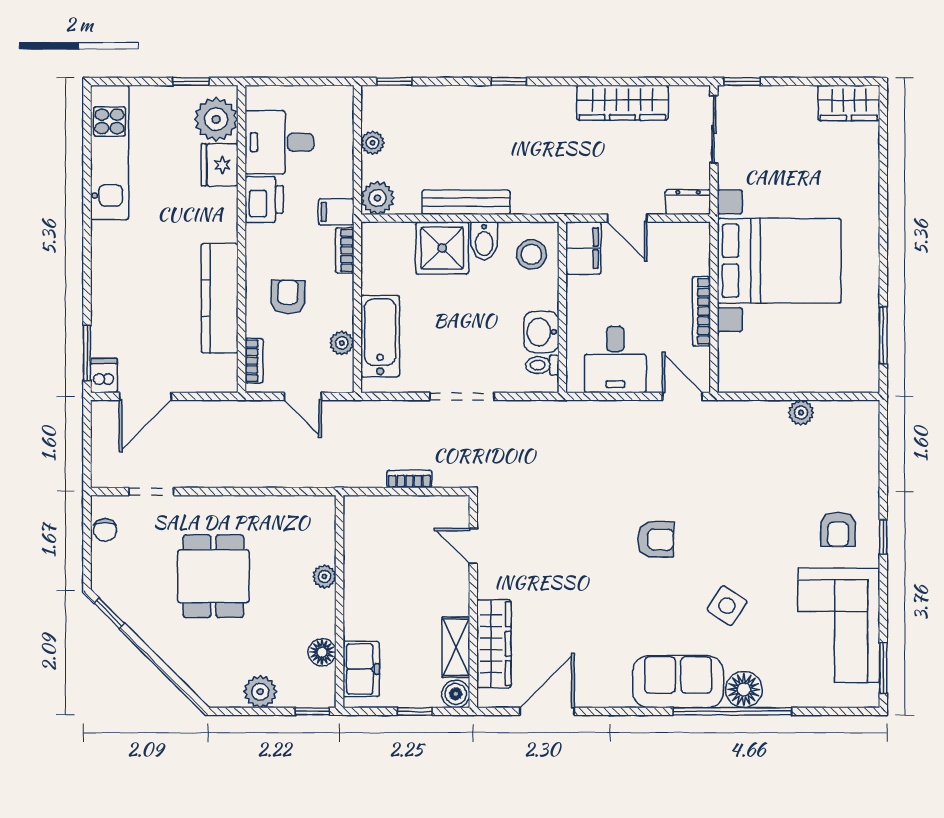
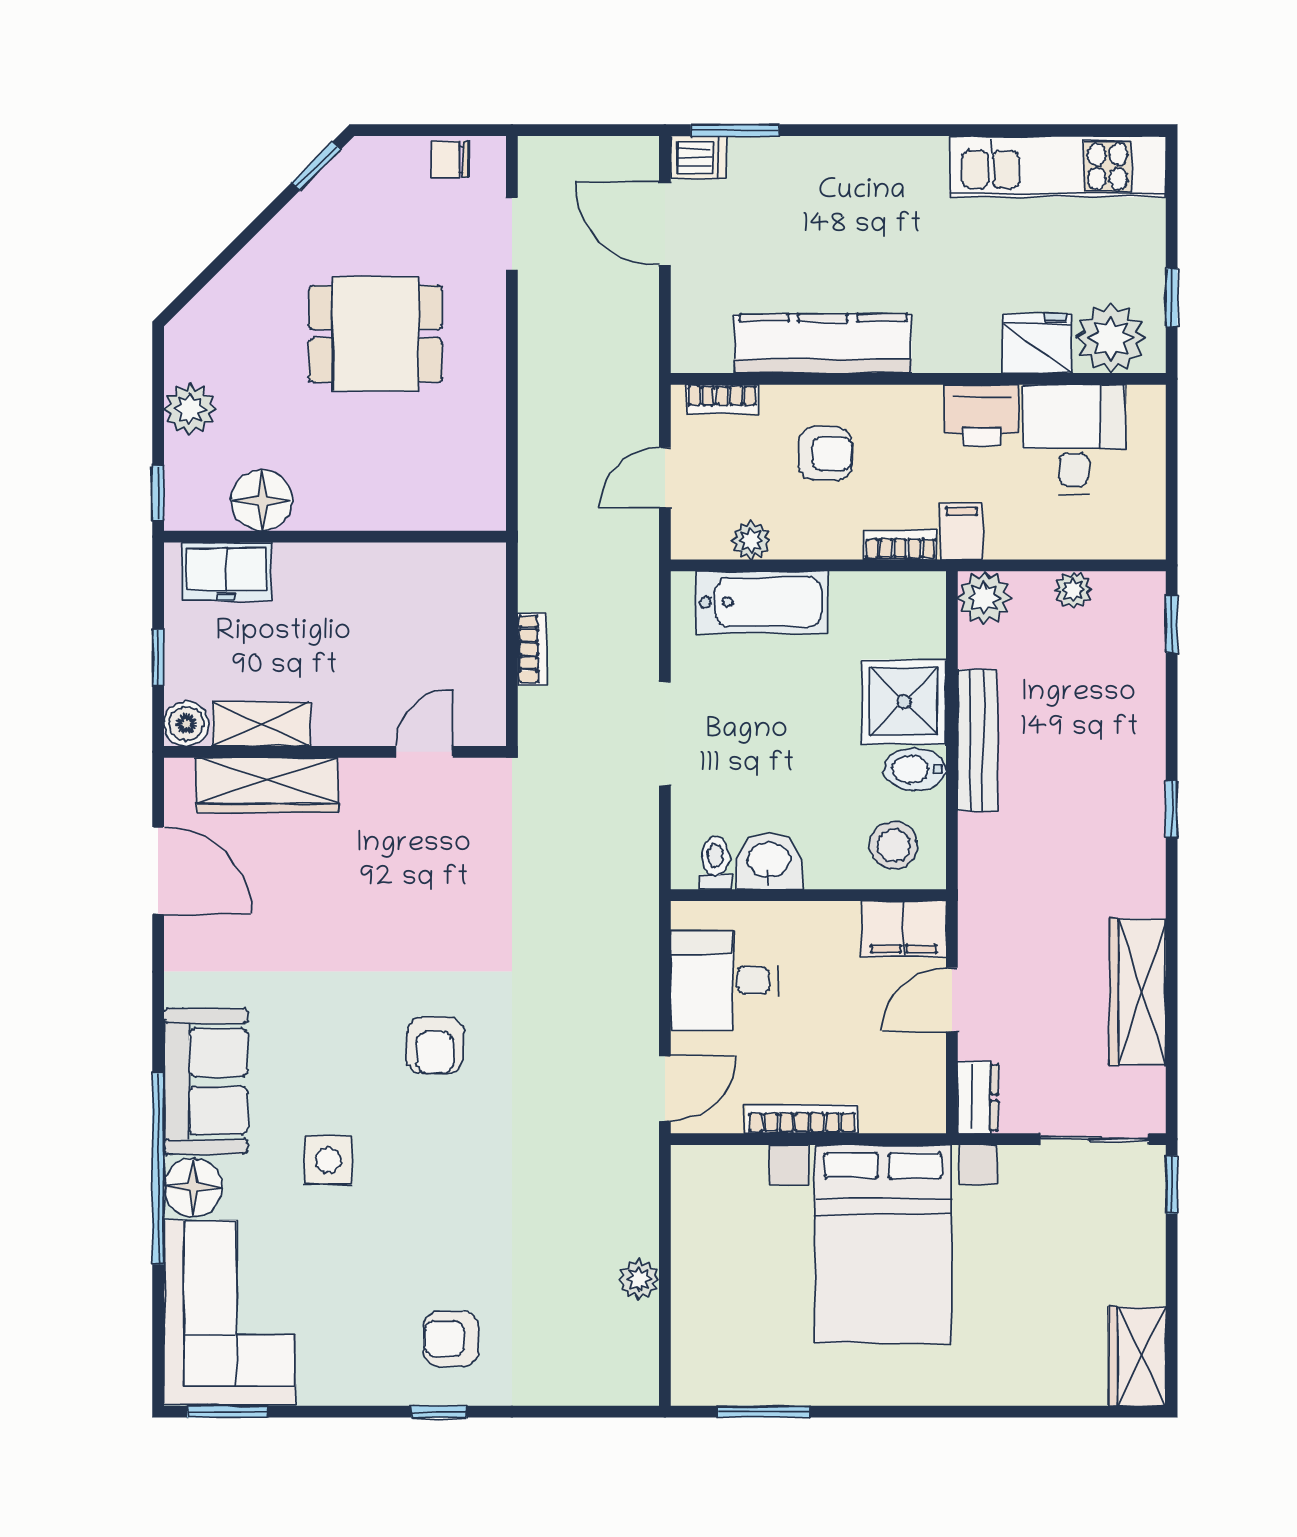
plant: (324, 576) -> (375, 512), removed
side table: (727, 606) -> (328, 1160), turned -34
corner sofa: (839, 625) -> (230, 1313), moved, turned 90
floor lamp: (322, 652) -> (262, 500), width x1.38, depth x1.38

